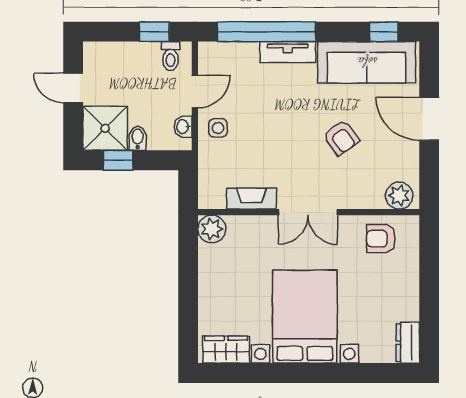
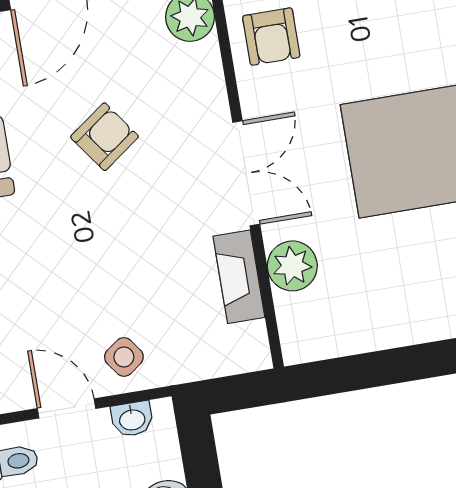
side table: (218, 128) -> (124, 357), turned -36
plant: (212, 229) -> (292, 266), moved

